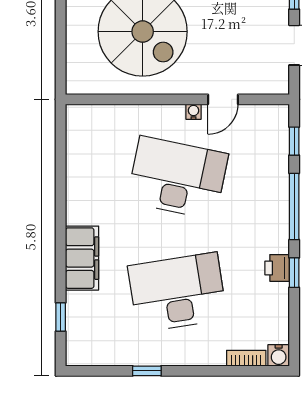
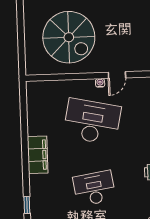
filing cabinet: (82, 258) -> (38, 155), moved
desk: (177, 292) -> (94, 188), width x0.73, depth x0.77

